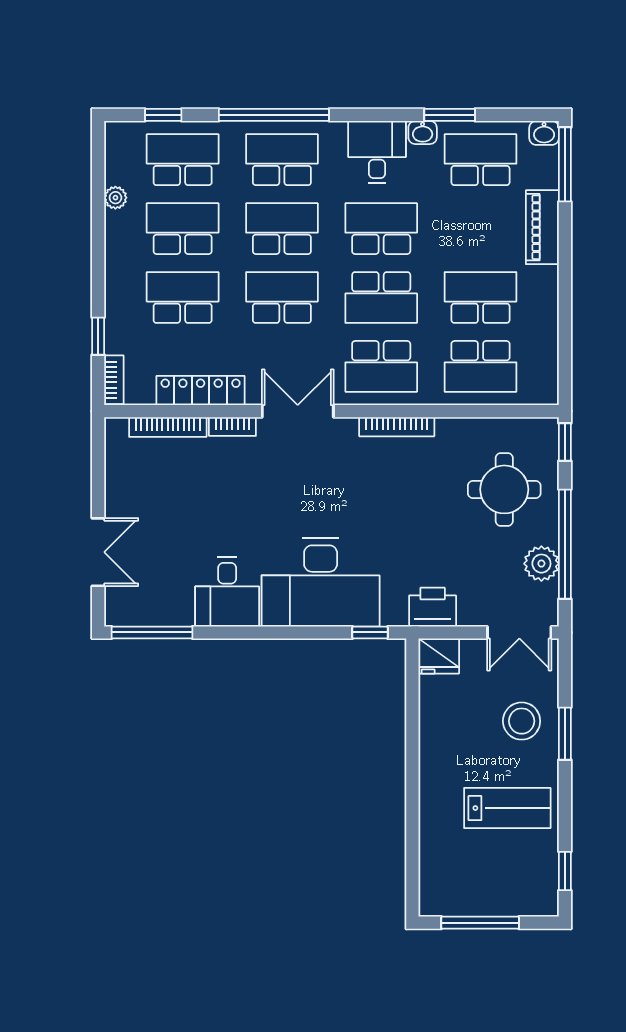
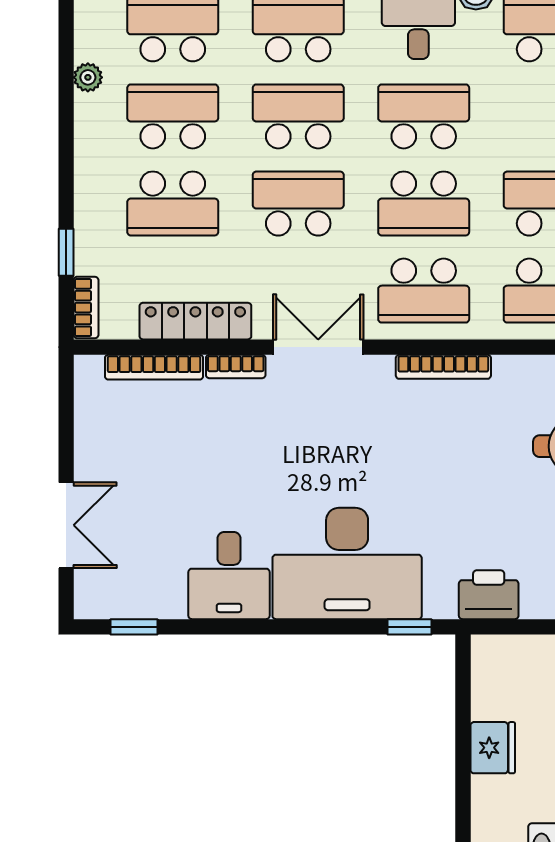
school desk: (183, 297) -> (173, 204), turned 180
window: (152, 632) -> (134, 627), width x0.46
fridge: (439, 656) -> (493, 748), moved, turned -90

